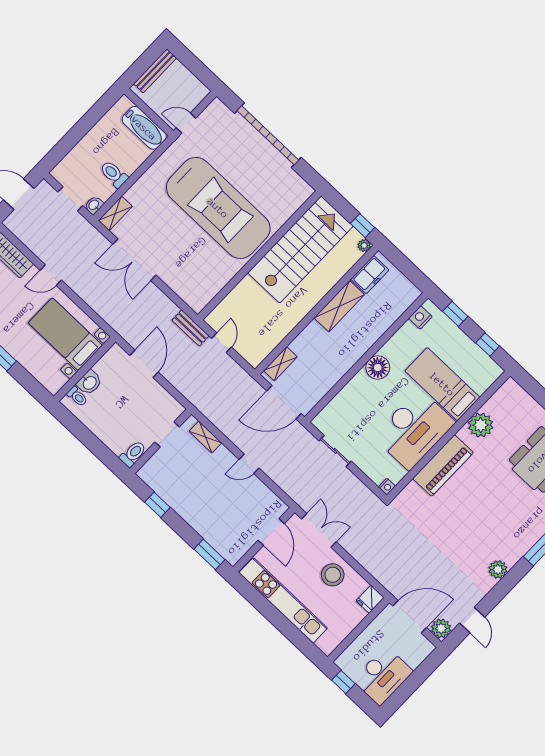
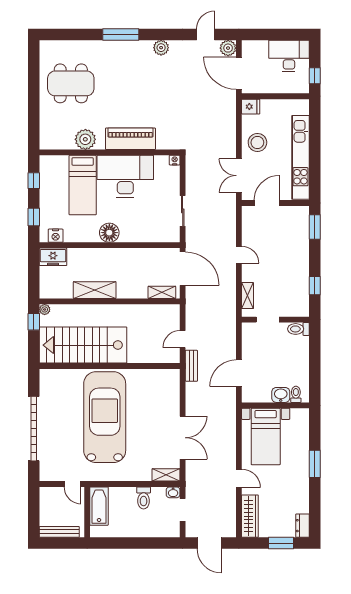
freezer: (370, 275) -> (53, 257), moved, turned 180

